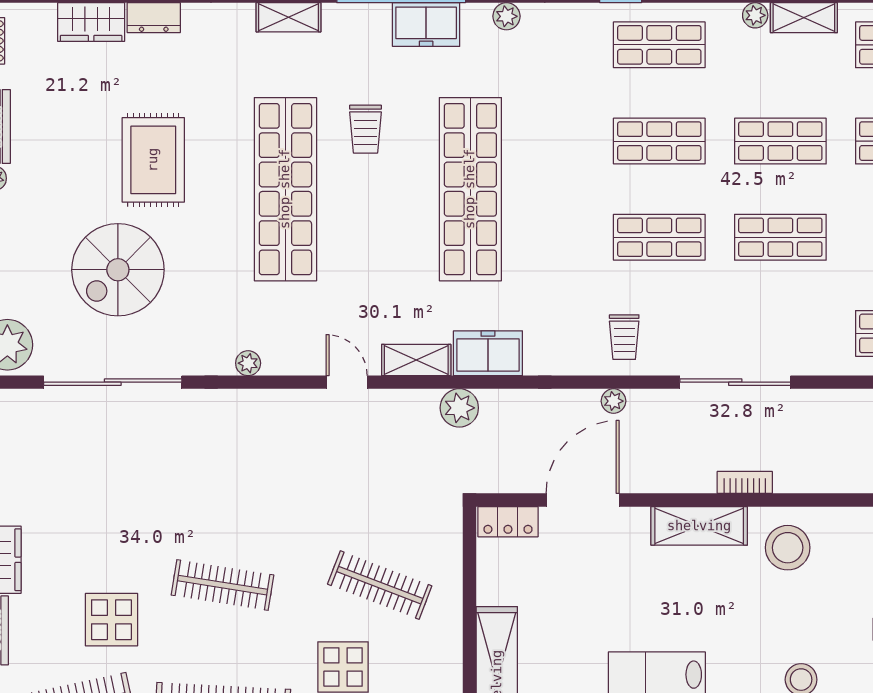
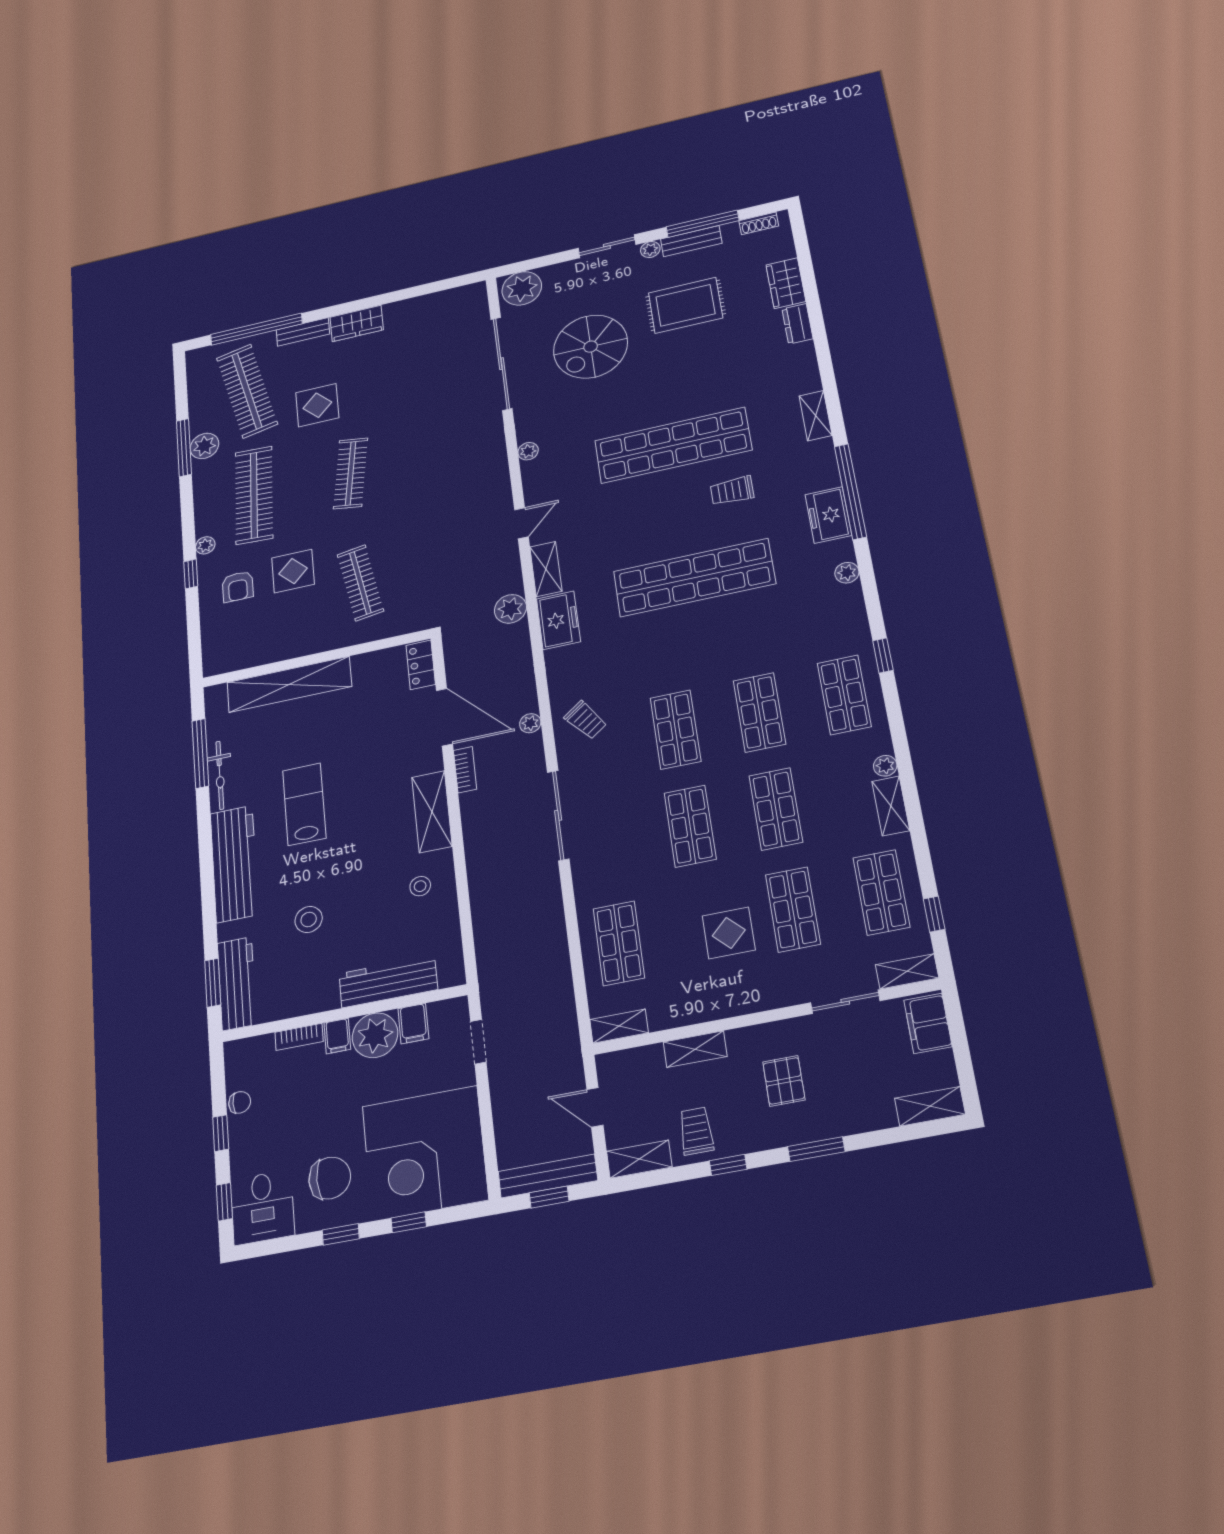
rug: (153, 160) -> (685, 305), moved
spiral stairs: (118, 270) -> (591, 347), turned -90
trolley: (624, 337) -> (586, 720), turned -127
bookcase: (745, 482) -> (465, 770), moved
stool: (788, 548) -> (420, 886), width x0.53, depth x0.53
clothes rail: (380, 585) -> (360, 583), turned -30

